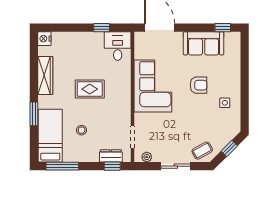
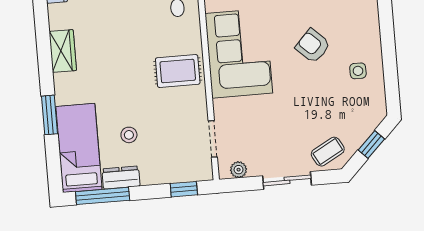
wardrobe: (45, 75) -> (63, 51), width x0.67
armchair: (198, 85) -> (313, 46), turned -137
rug: (90, 89) -> (178, 71), moved
dresser: (111, 156) -> (121, 178), moved

